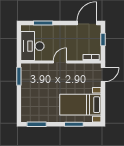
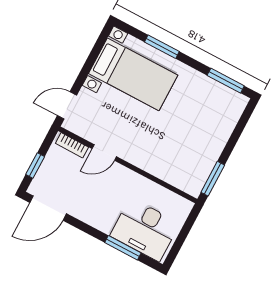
desk: (32, 46) -> (145, 230), moved, turned 90
door: (60, 62) -> (104, 153), moved

